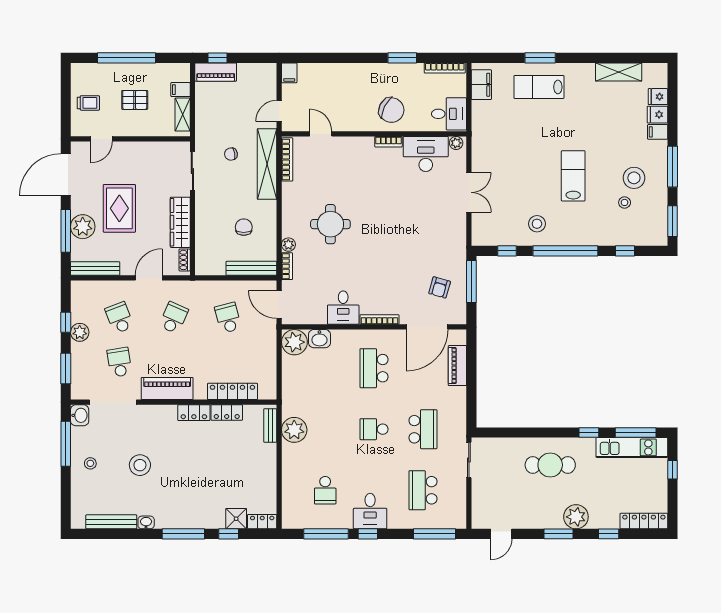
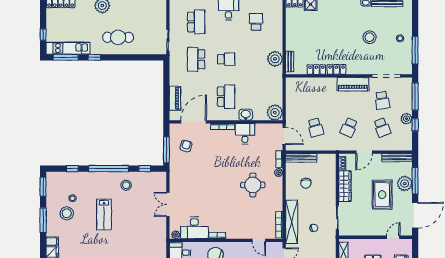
washbasin: (319, 339) -> (246, 115), moved
window: (66, 368) -> (415, 96), width x1.44
locker: (232, 391) -> (313, 82), removed
washbasin: (80, 415) -> (407, 68), removed

